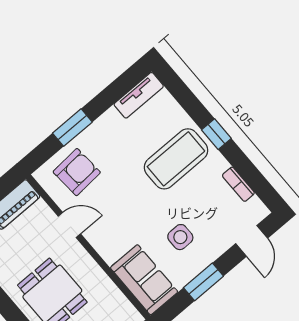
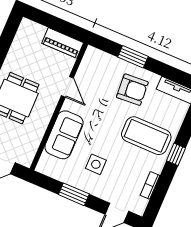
armchair: (77, 172) -> (132, 90), moved
sofa: (144, 280) -> (64, 135), moved

